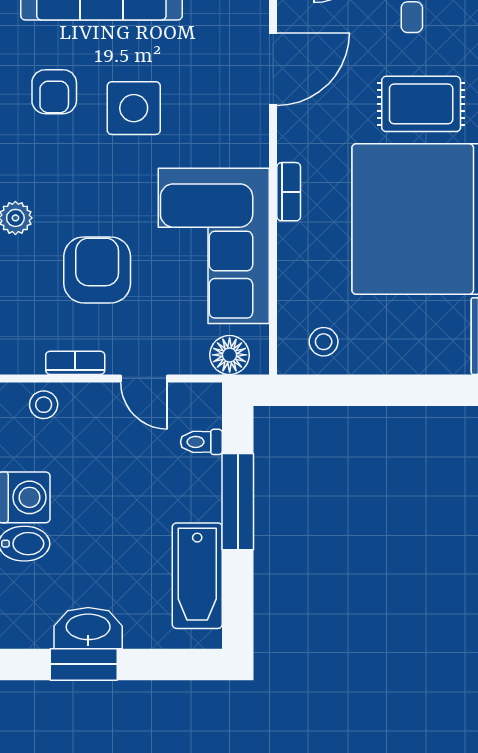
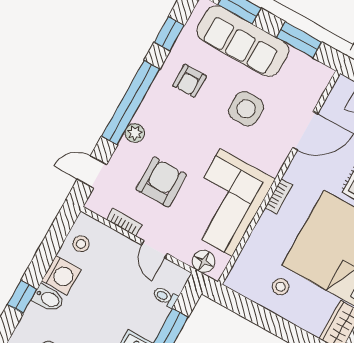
side table: (134, 108) -> (246, 109), moved
stool: (324, 342) -> (281, 287), moved
stool: (44, 405) -> (81, 244), moved

